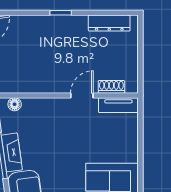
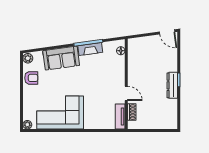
dresser: (109, 23) -> (172, 85), moved

